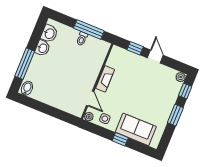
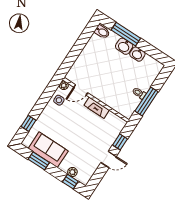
washbasin: (49, 34) -> (124, 46), moved
plant: (181, 77) -> (72, 172), moved
window: (175, 115) -> (39, 161), moved
sofa: (136, 129) -> (48, 150), moved, turned -90
window: (120, 139) -> (28, 123), moved

